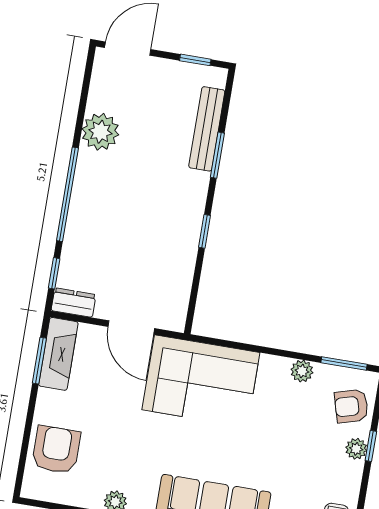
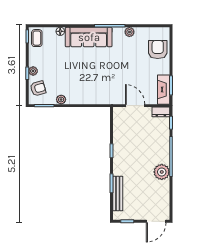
plant: (100, 132) -> (162, 172), moved
corner sofa: (201, 381) -> (102, 88), removed
armchair: (56, 450) -> (158, 50), turned 180

